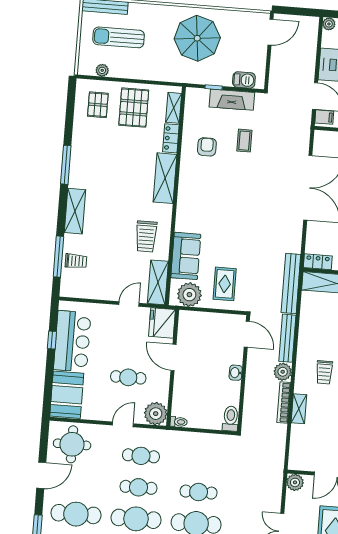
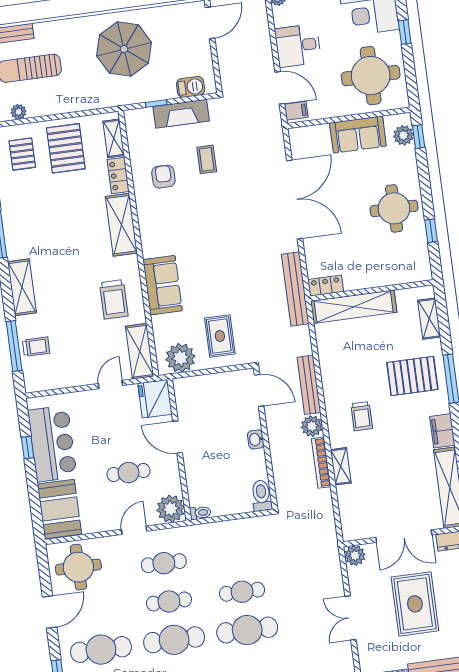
sofa: (186, 256) -> (163, 285), moved
bench: (291, 283) -> (295, 289), moved

